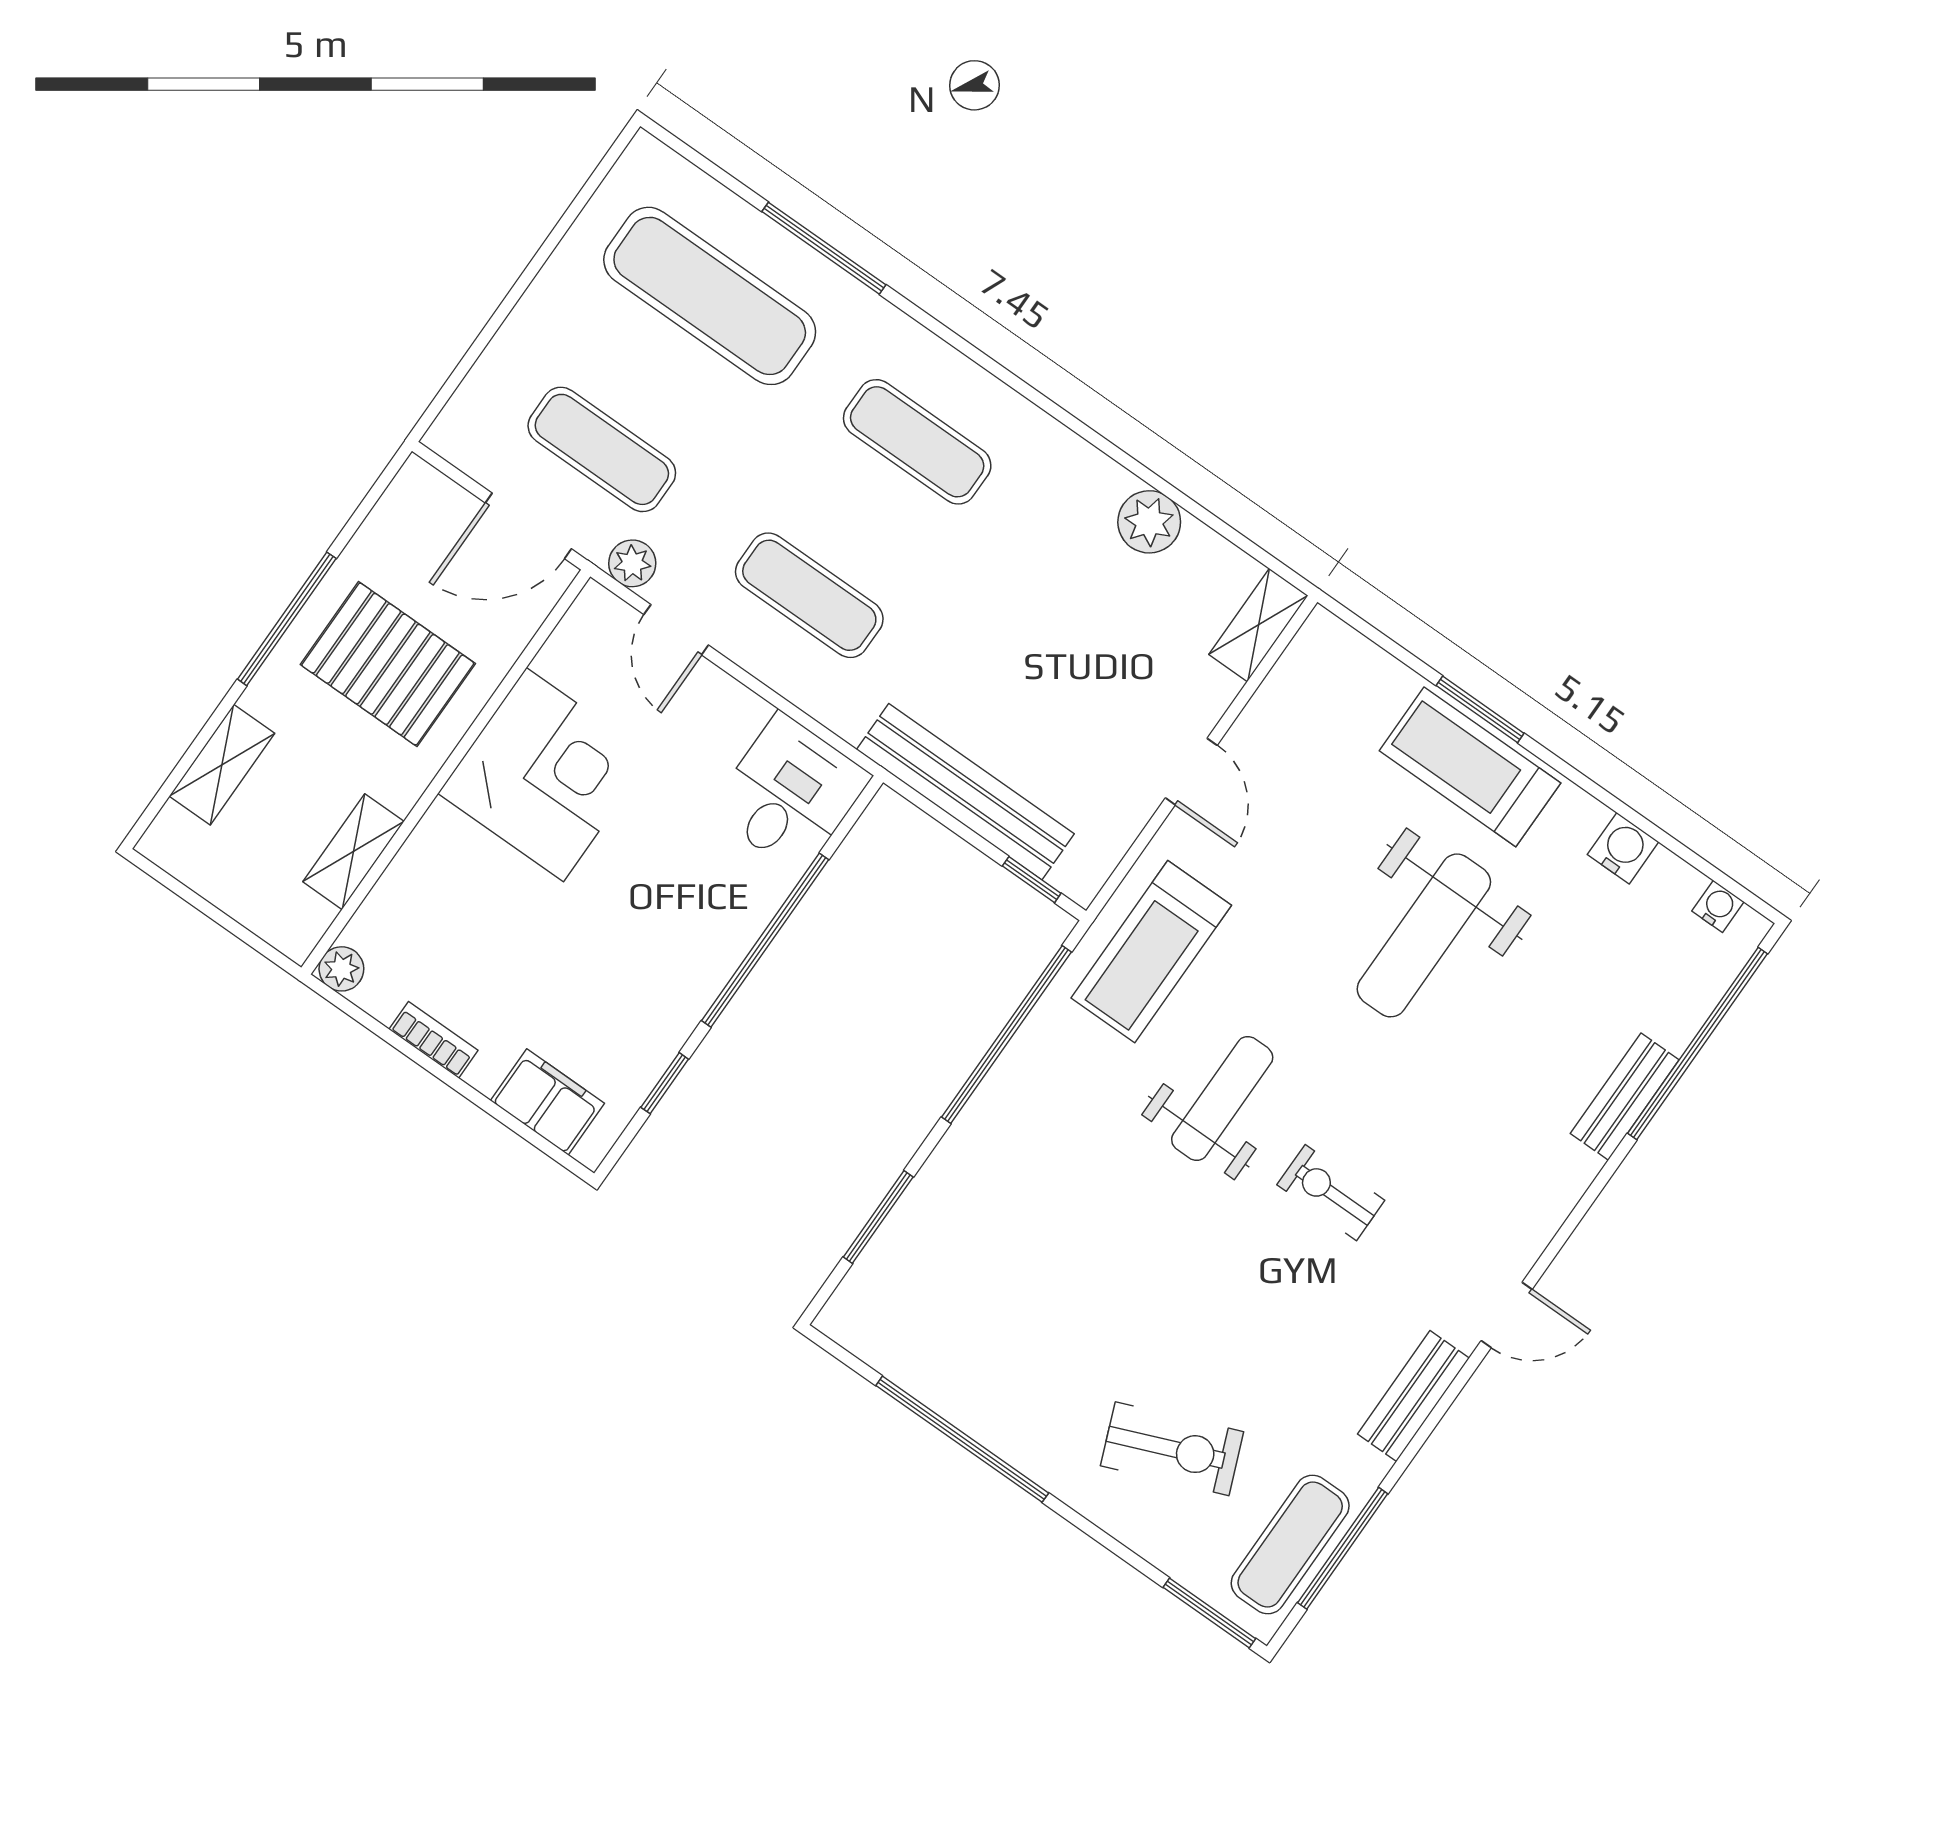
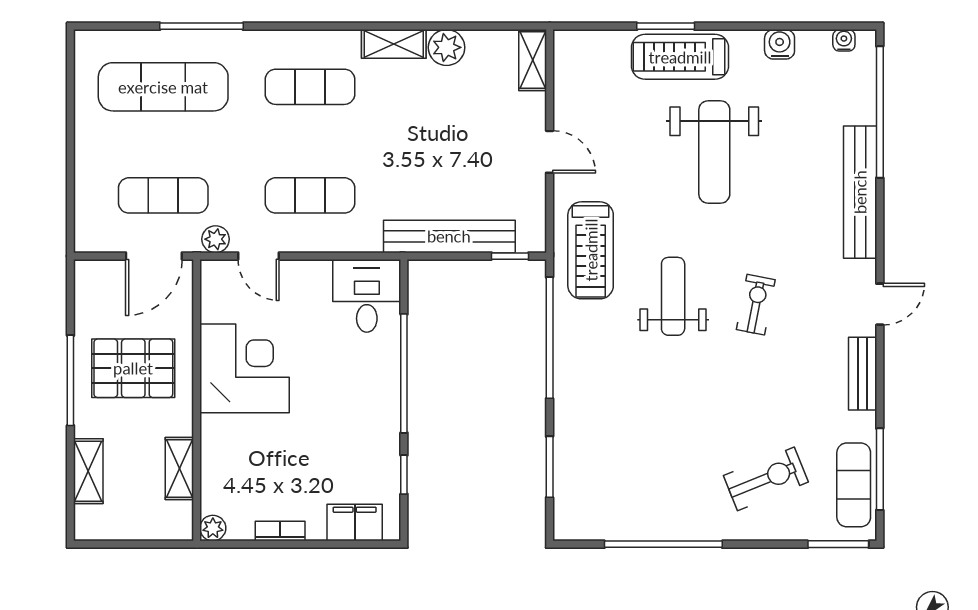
shelving: (1078, 464) -> (394, 44), added
bench: (1625, 1097) -> (860, 192), width x1.86, depth x1.21
exercise bike: (1331, 1193) -> (756, 305), turned 101

